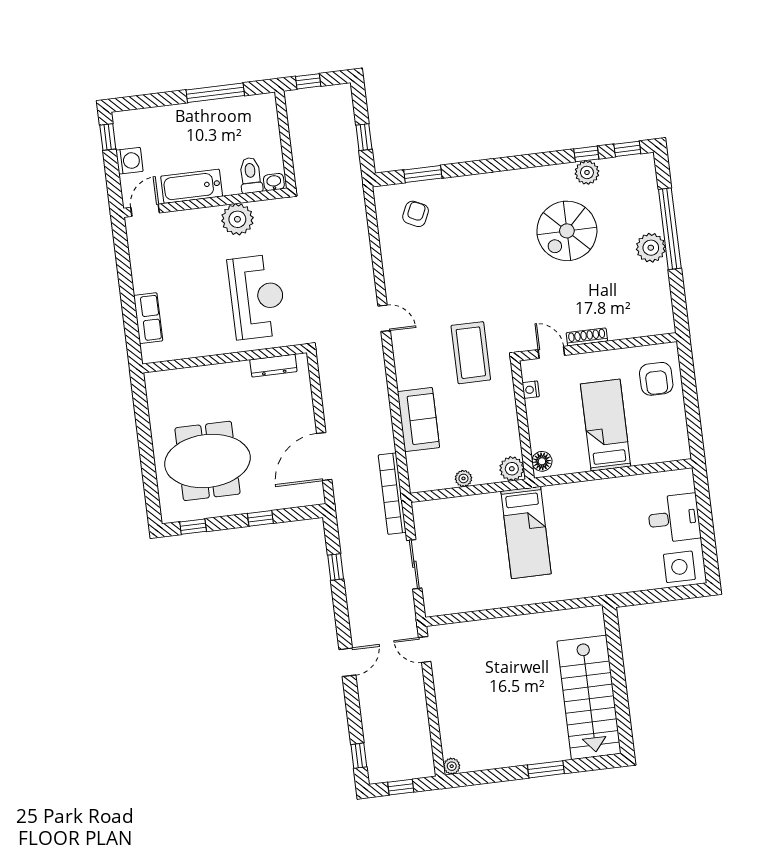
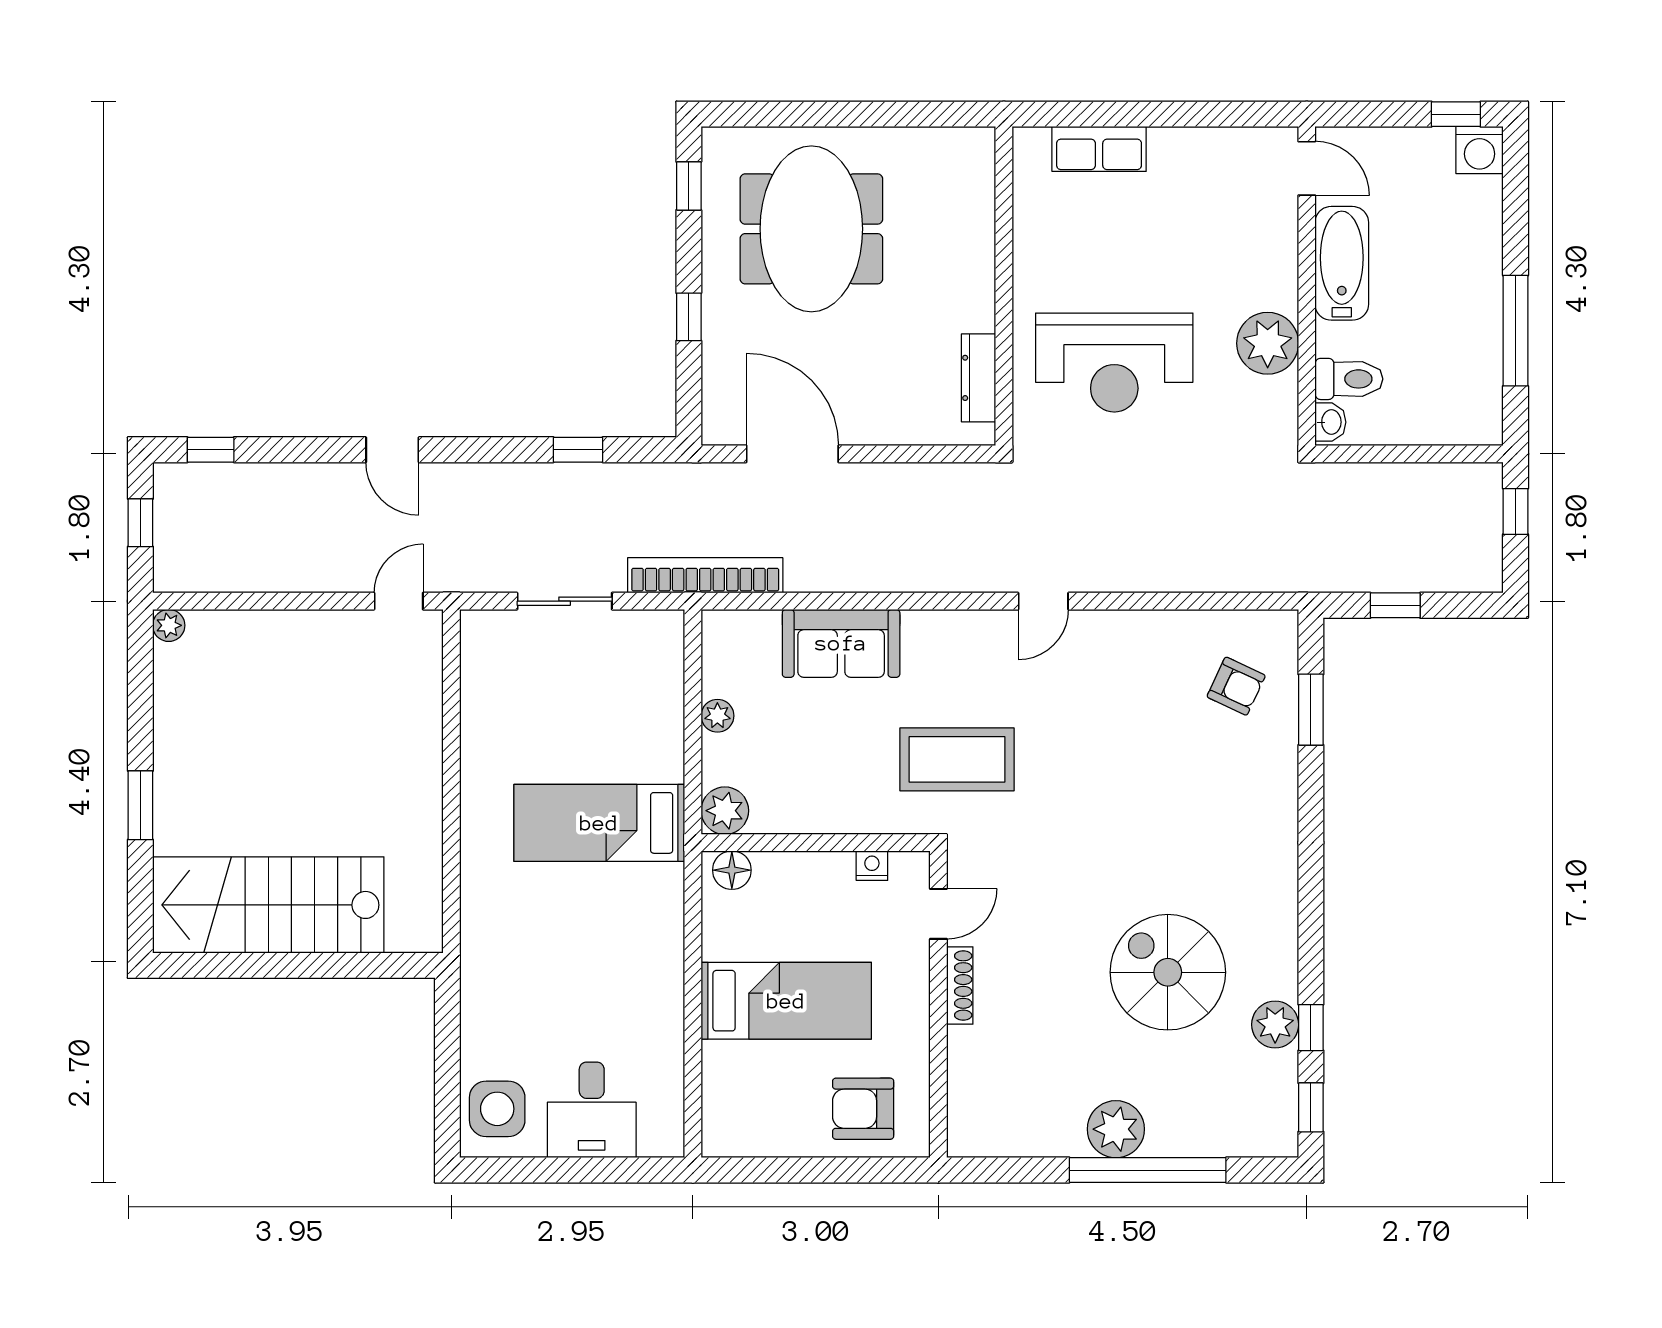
washing machine: (129, 161) -> (1480, 150), moved

